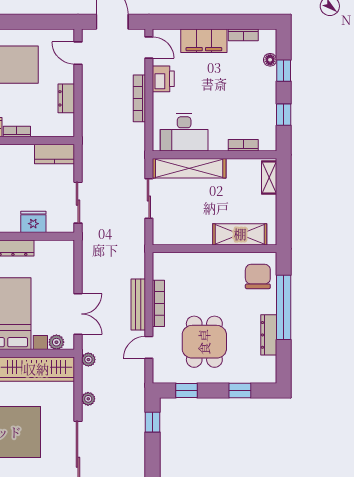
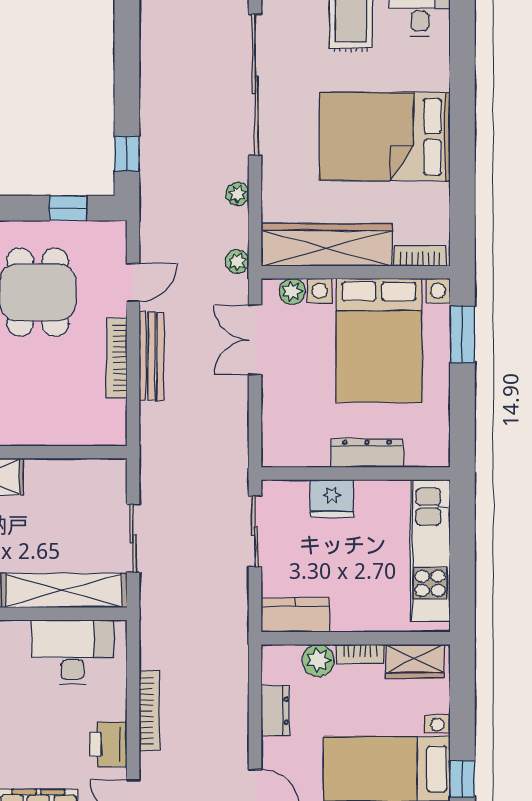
plant: (41, 128) -> (318, 660), added

